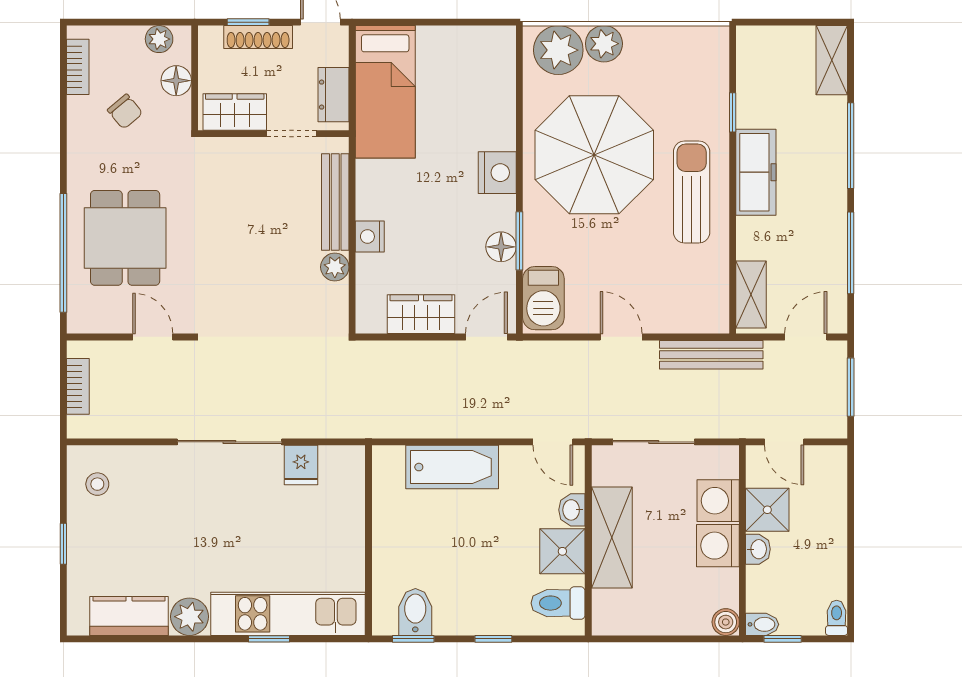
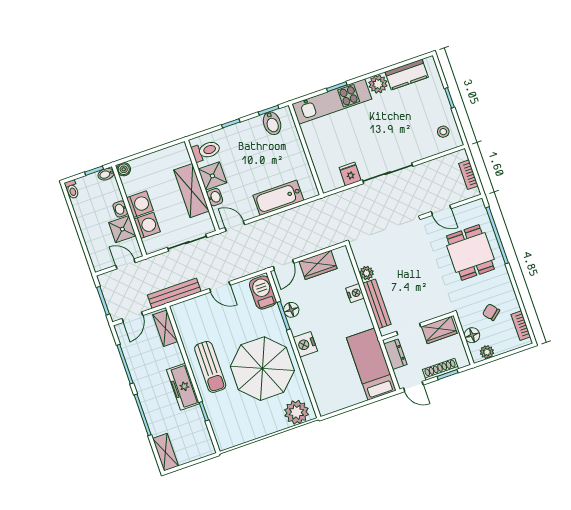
plant: (604, 44) -> (276, 423), removed

